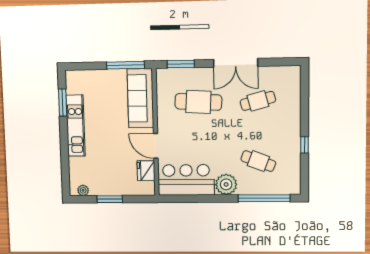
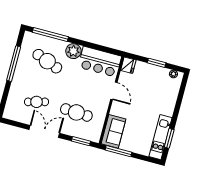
sofa: (140, 98) -> (113, 131), width x0.73
kitchen unit: (76, 126) -> (161, 137), moved
window: (304, 145) -> (14, 64), width x3.17
cafe table: (258, 161) -> (47, 61), width x1.37, depth x1.35
fridge: (146, 171) -> (128, 65), moved

